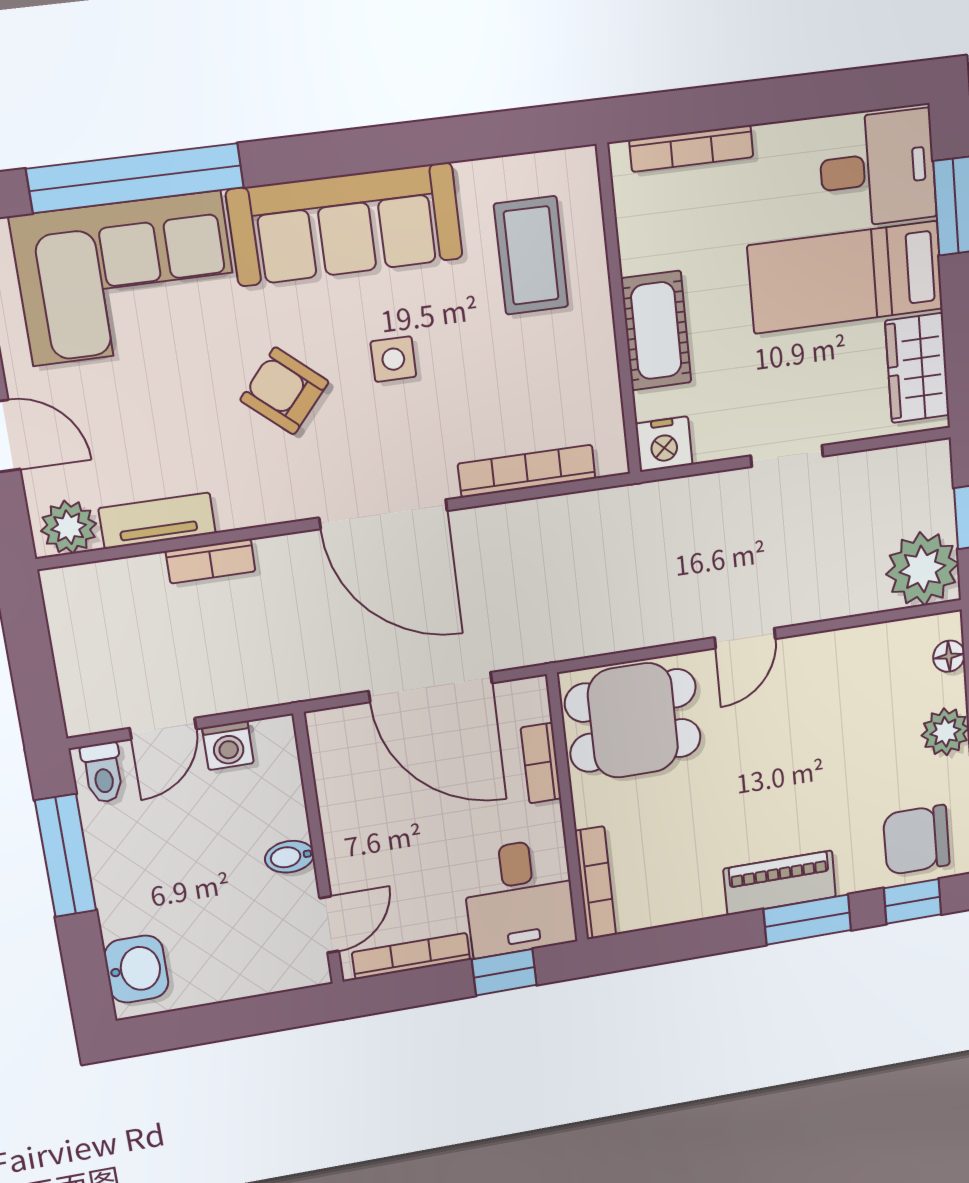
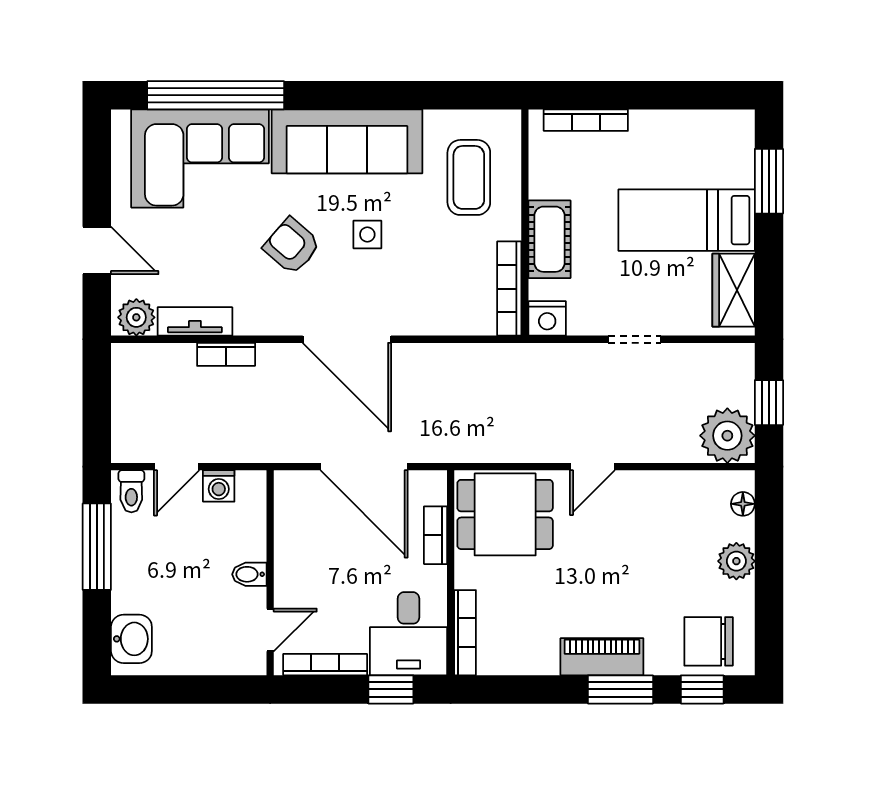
desk: (877, 169) -> (715, 149), removed
bookcase: (527, 471) -> (509, 289), moved, turned -90

